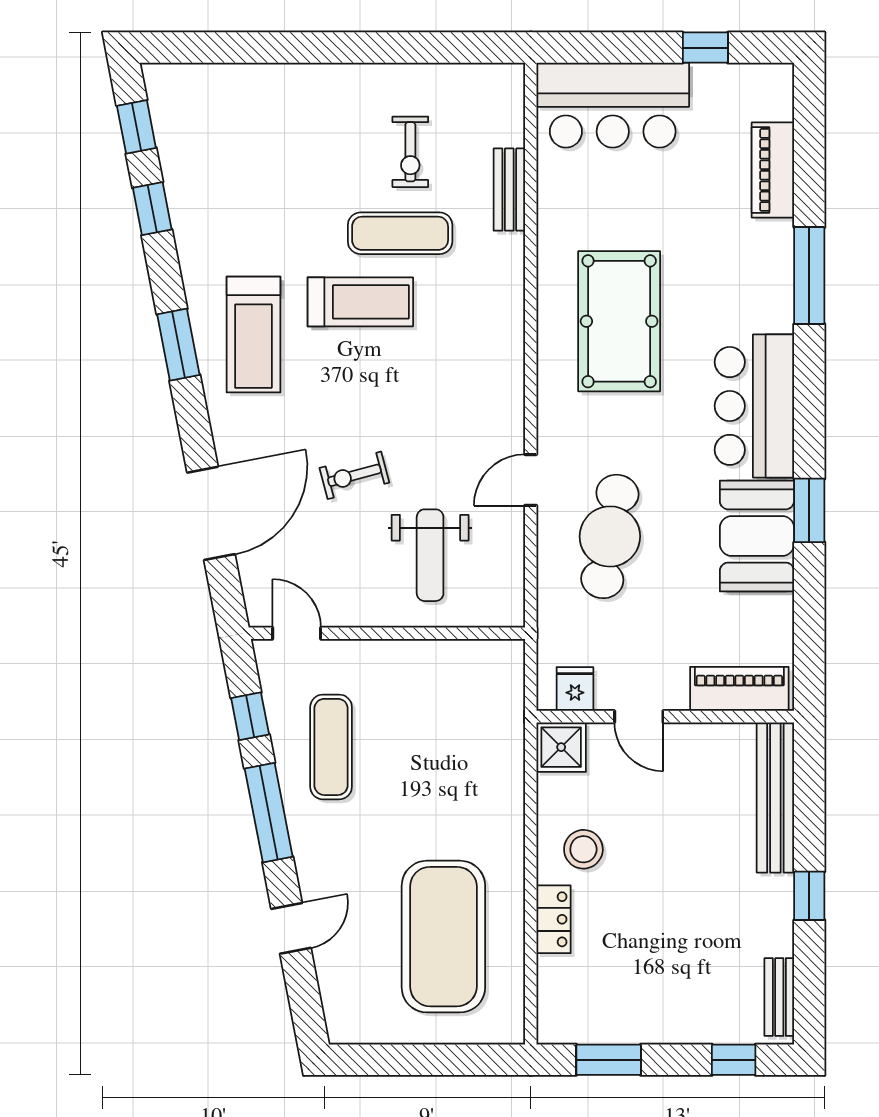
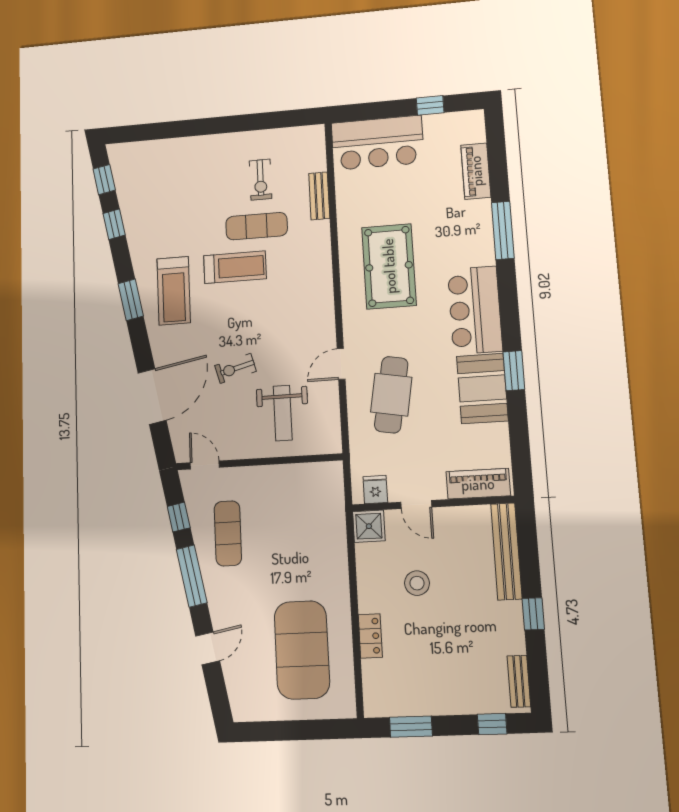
stool: (583, 849) -> (417, 583), moved

